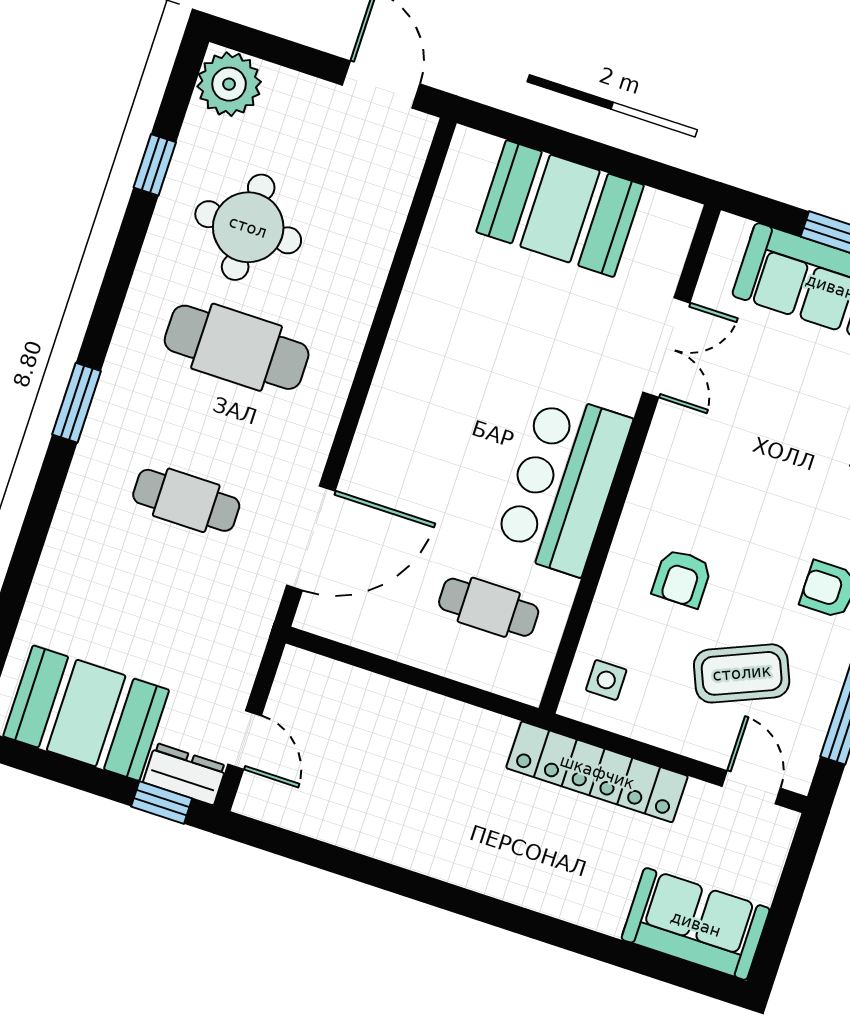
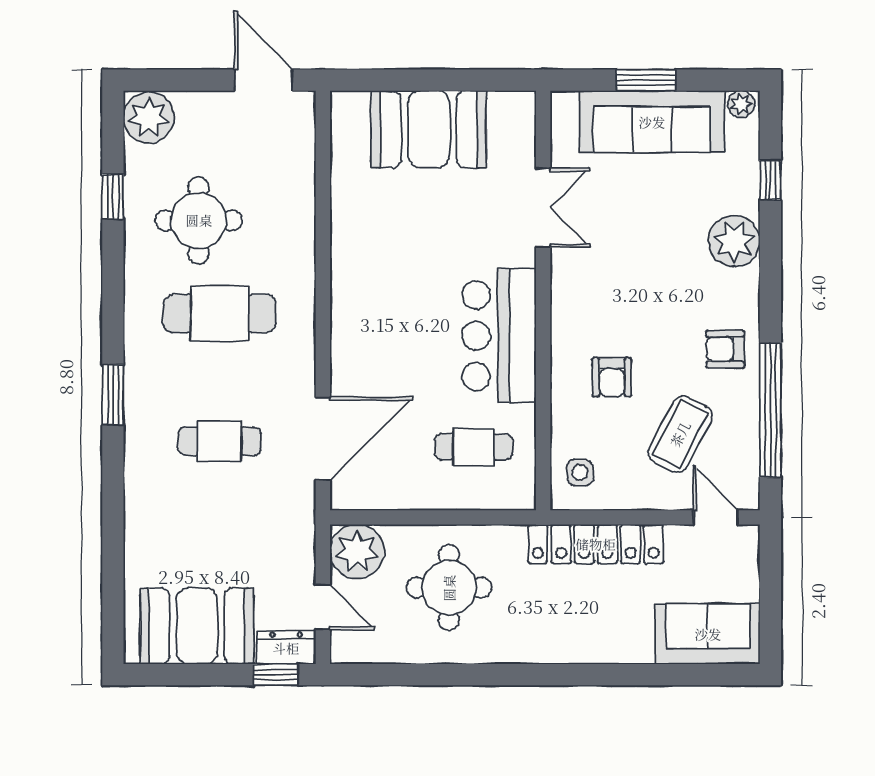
coffee table: (742, 673) -> (680, 434), turned -39
plant: (307, 687) -> (357, 551), added
round table: (404, 766) -> (449, 588), added

